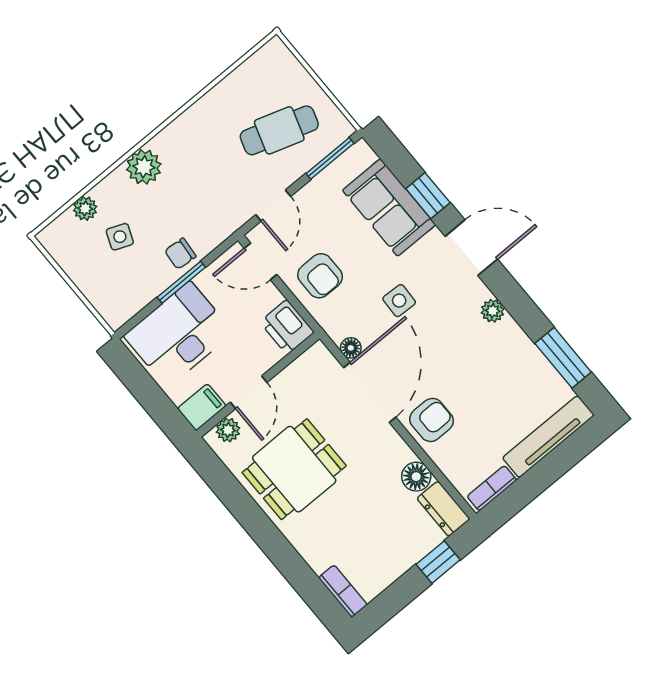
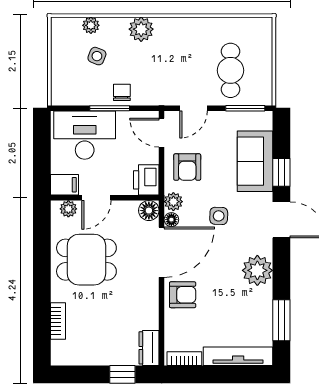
cafe table: (279, 130) -> (230, 70), turned 72
chair: (180, 254) -> (122, 92), turned 85
plant: (493, 311) -> (257, 270), width x1.88, depth x1.88
plant: (336, 326) -> (173, 202), added
floor lamp: (416, 477) -> (149, 211), moved
bookcase: (343, 591) -> (58, 321), moved

